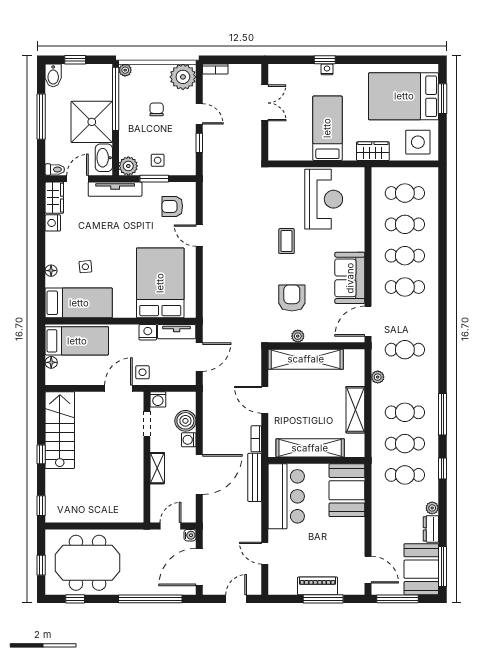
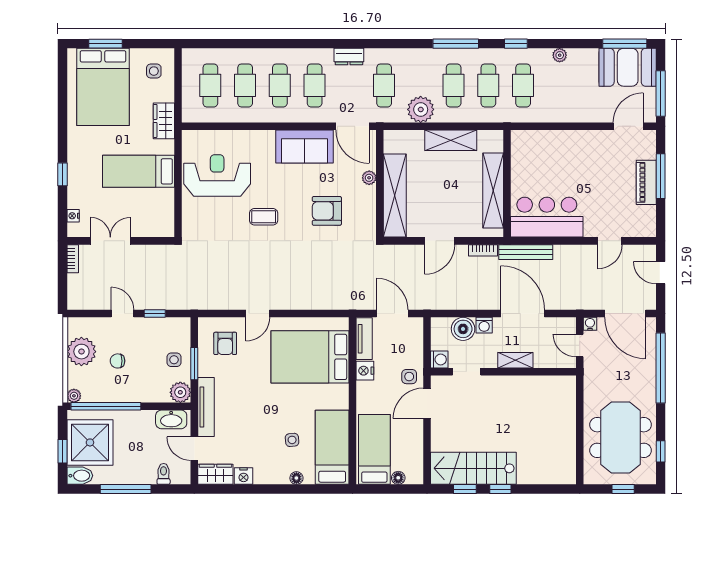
bookcase: (215, 69) -> (73, 259), moved
nightstand: (327, 69) -> (73, 216), moved
plant: (183, 77) -> (81, 352), moved
door: (199, 114) -> (123, 314), hinge flipped
shower: (92, 122) -> (90, 442), moved
side table: (418, 142) -> (154, 71), width x0.54, depth x0.54
toilet: (55, 169) -> (164, 474), moved
plant: (298, 336) -> (369, 178), moved
plant: (378, 377) -> (421, 109), width x1.88, depth x1.88
door: (118, 388) -> (427, 403), hinge flipped
booth: (347, 490) -> (540, 150), removed
window: (41, 506) -> (465, 489), moved
dresser: (431, 529) -> (349, 57), moved

